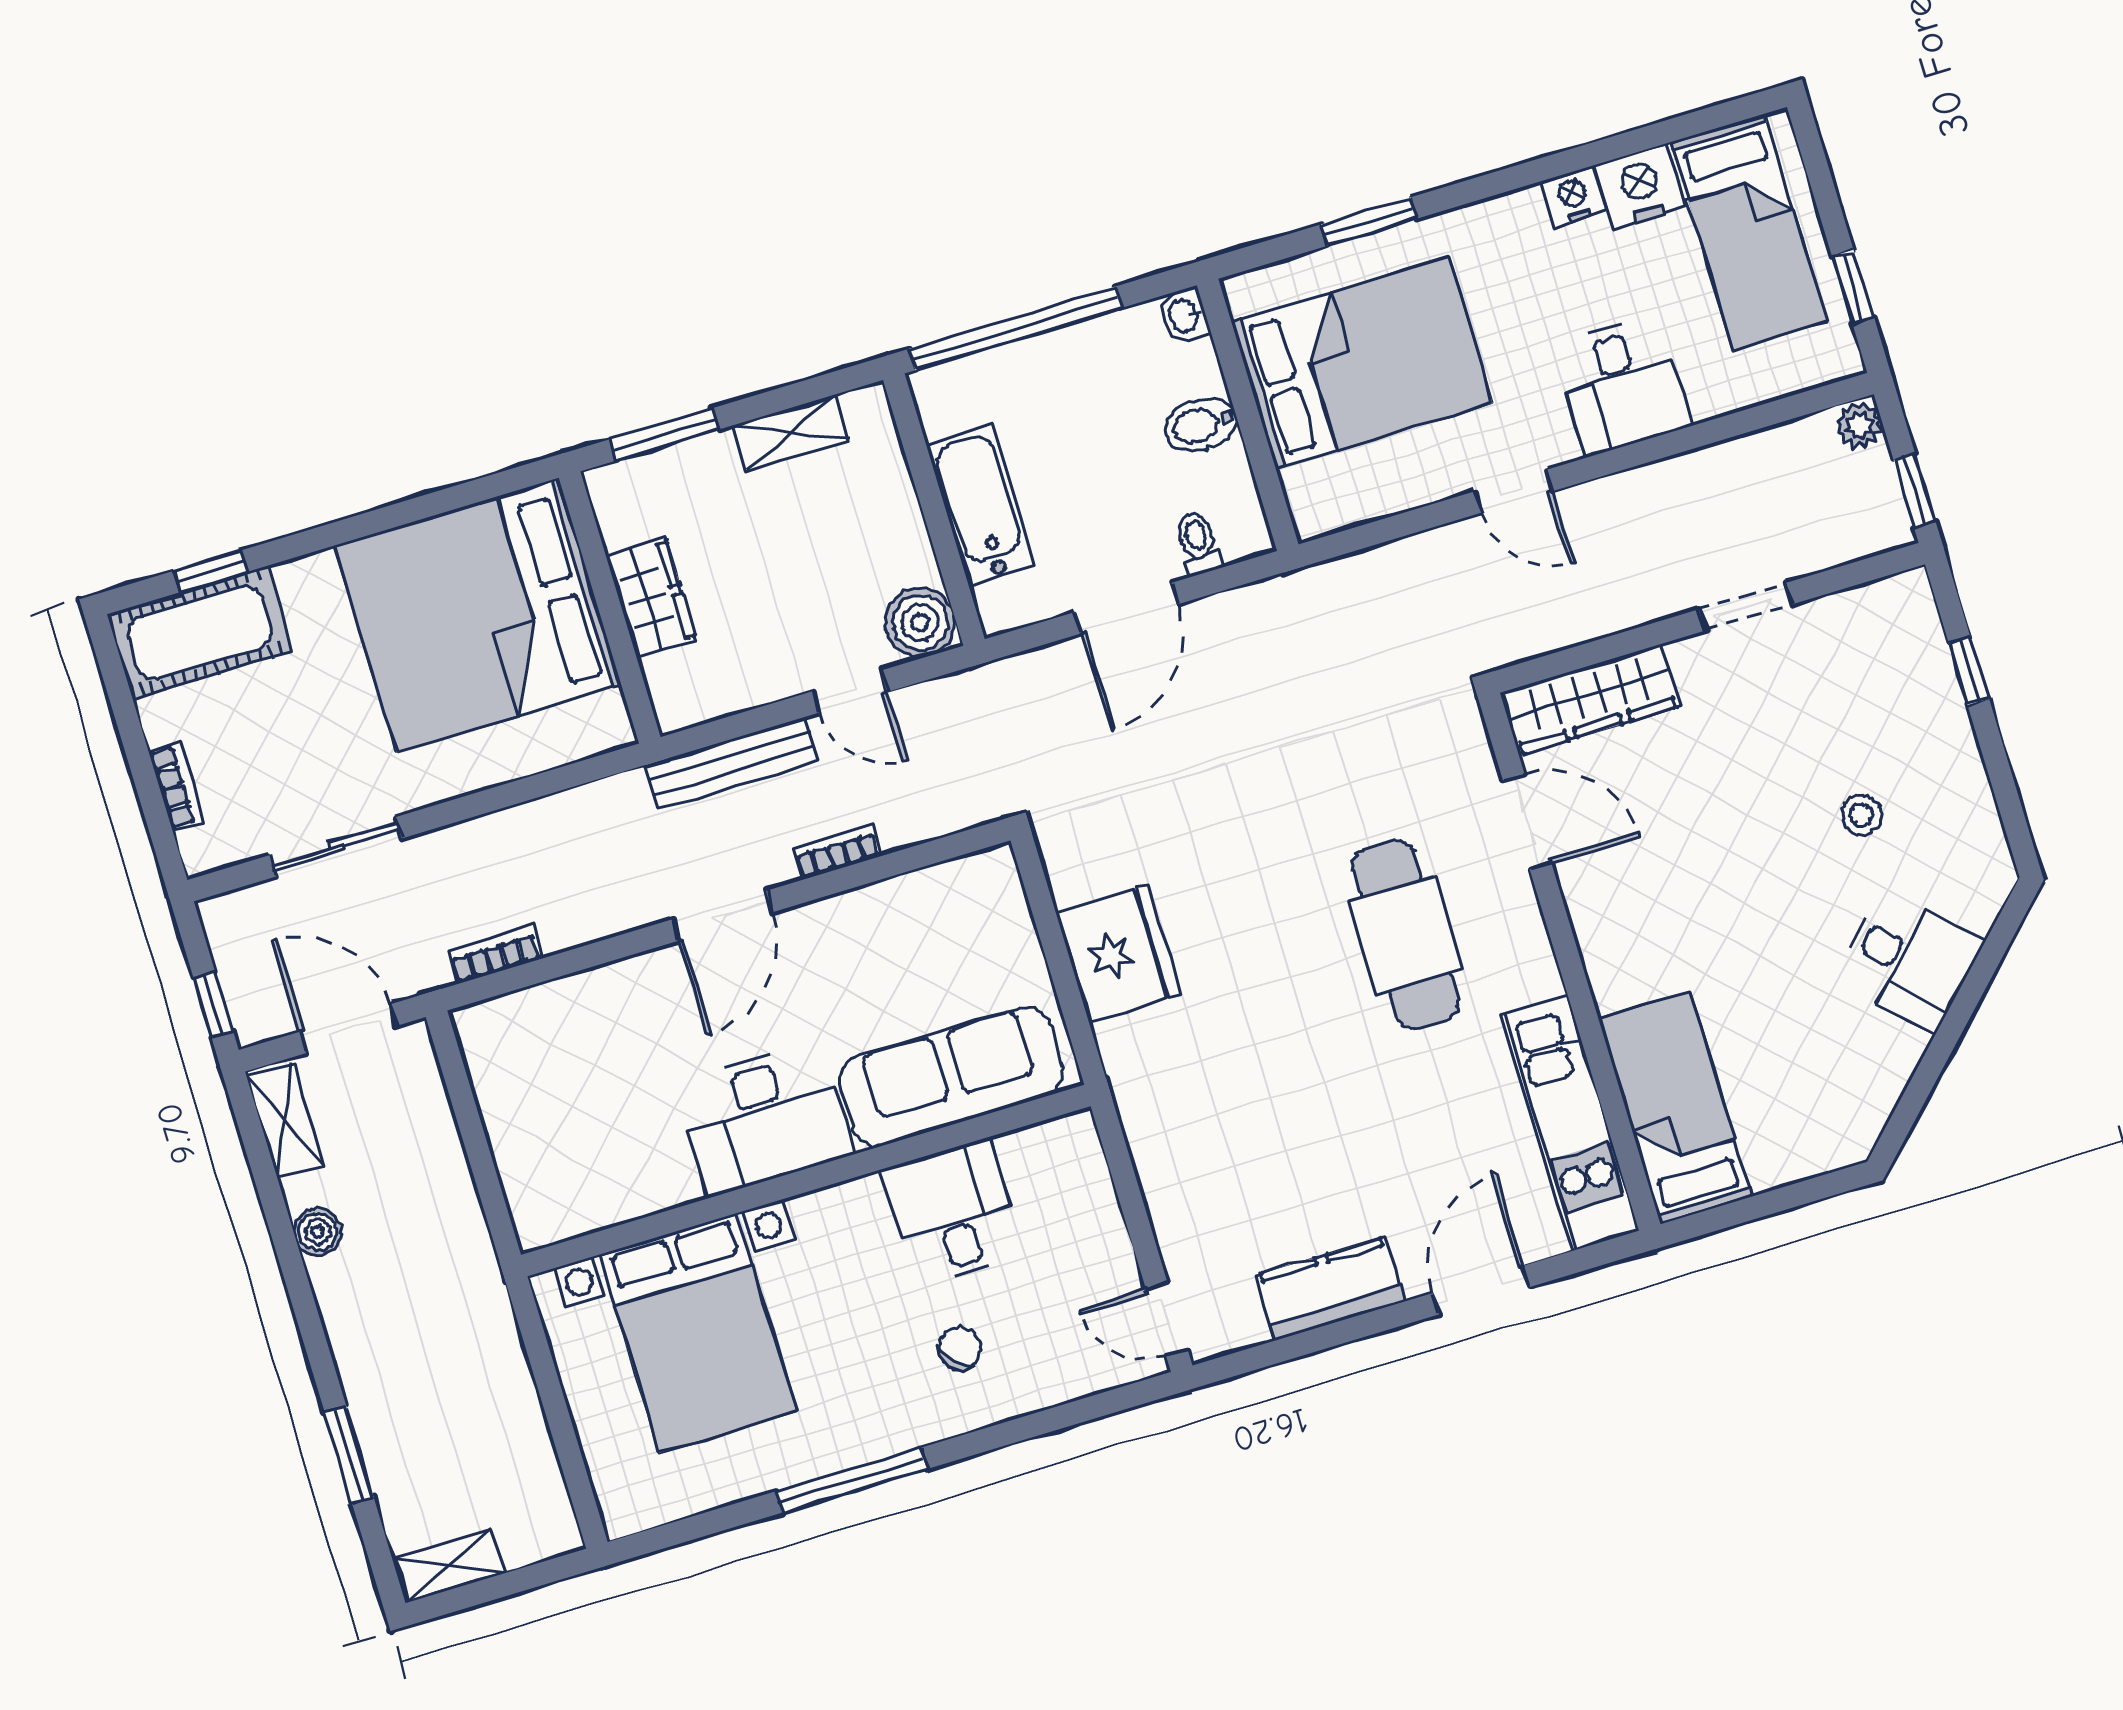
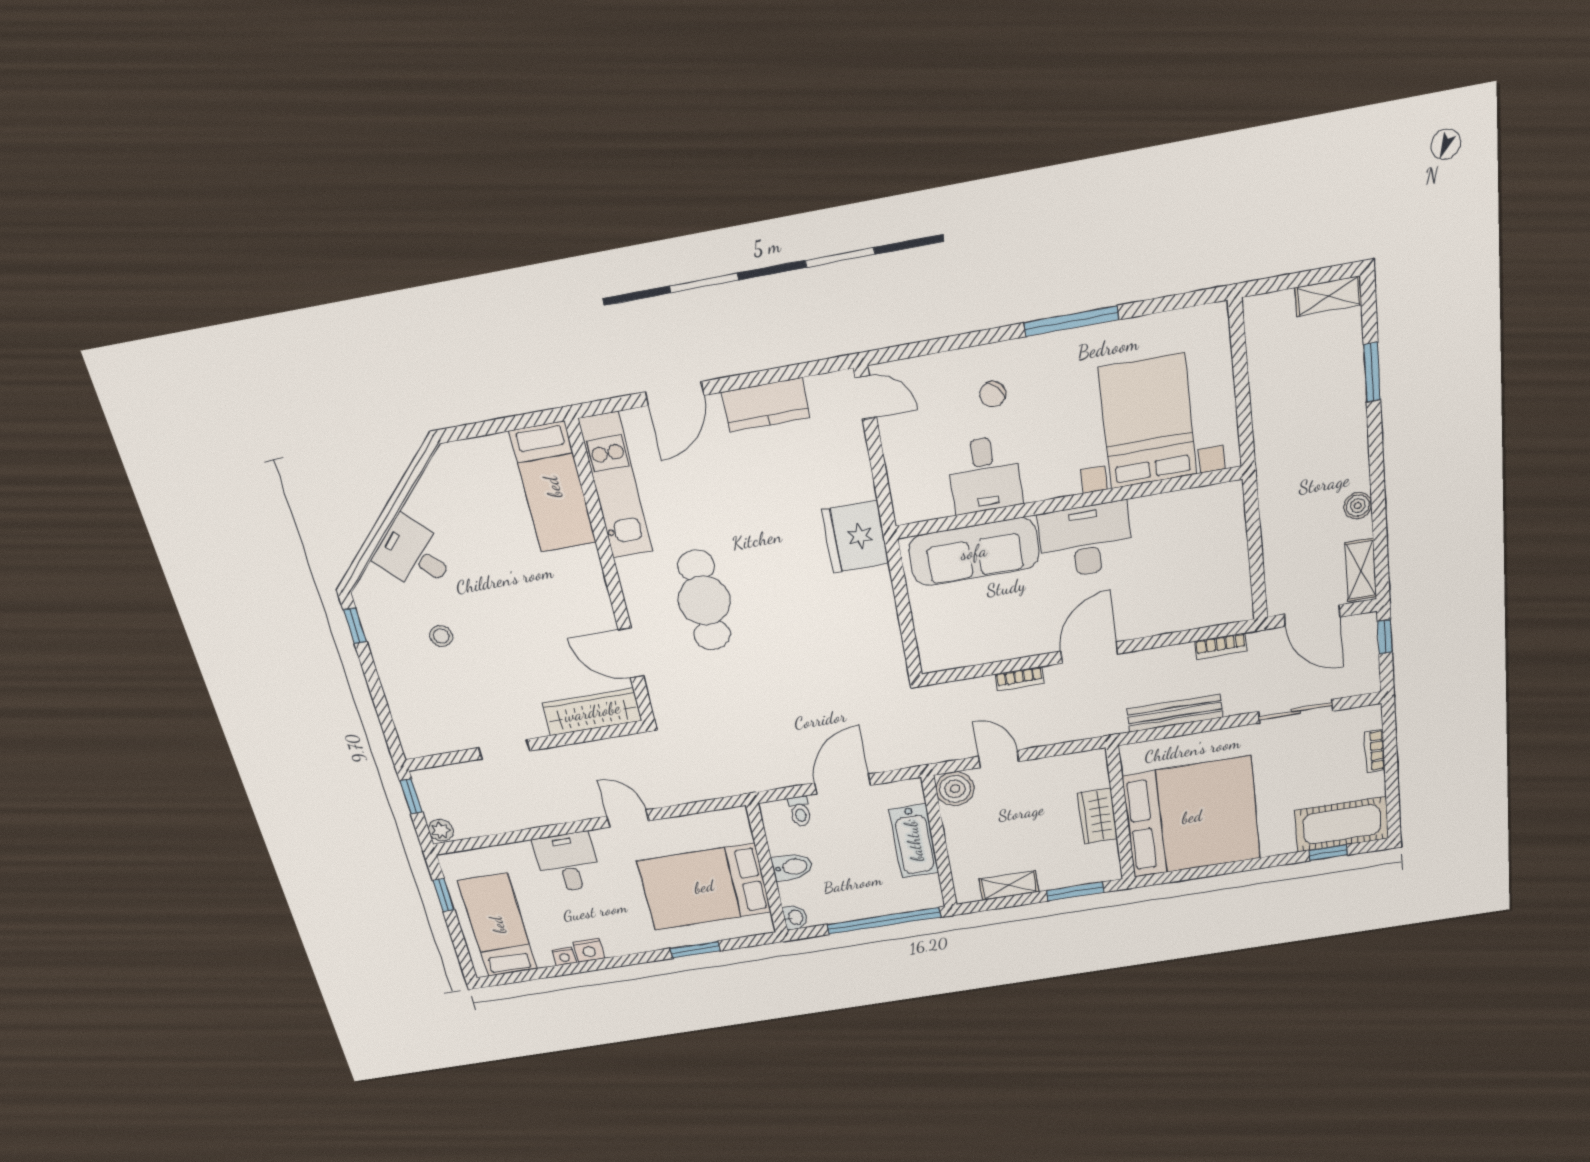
nightstand: (1641, 186) -> (564, 956), width x0.53, depth x0.56
window: (1969, 671) -> (355, 626), moved
bench: (731, 763) -> (1175, 713), moved
fridge: (1119, 953) -> (855, 537), moved

